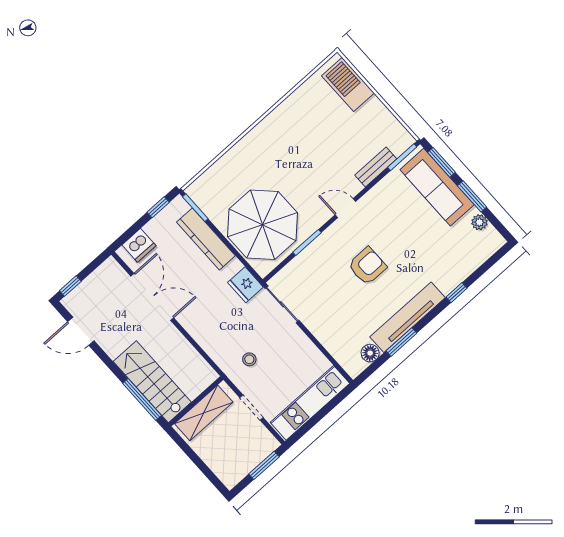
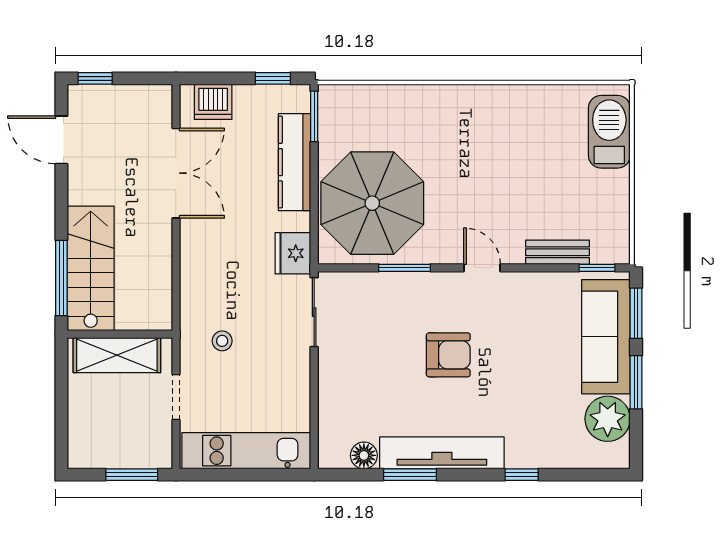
window: (402, 157) -> (597, 268), width x0.67
plant: (479, 222) -> (608, 419), width x1.87, depth x1.87

